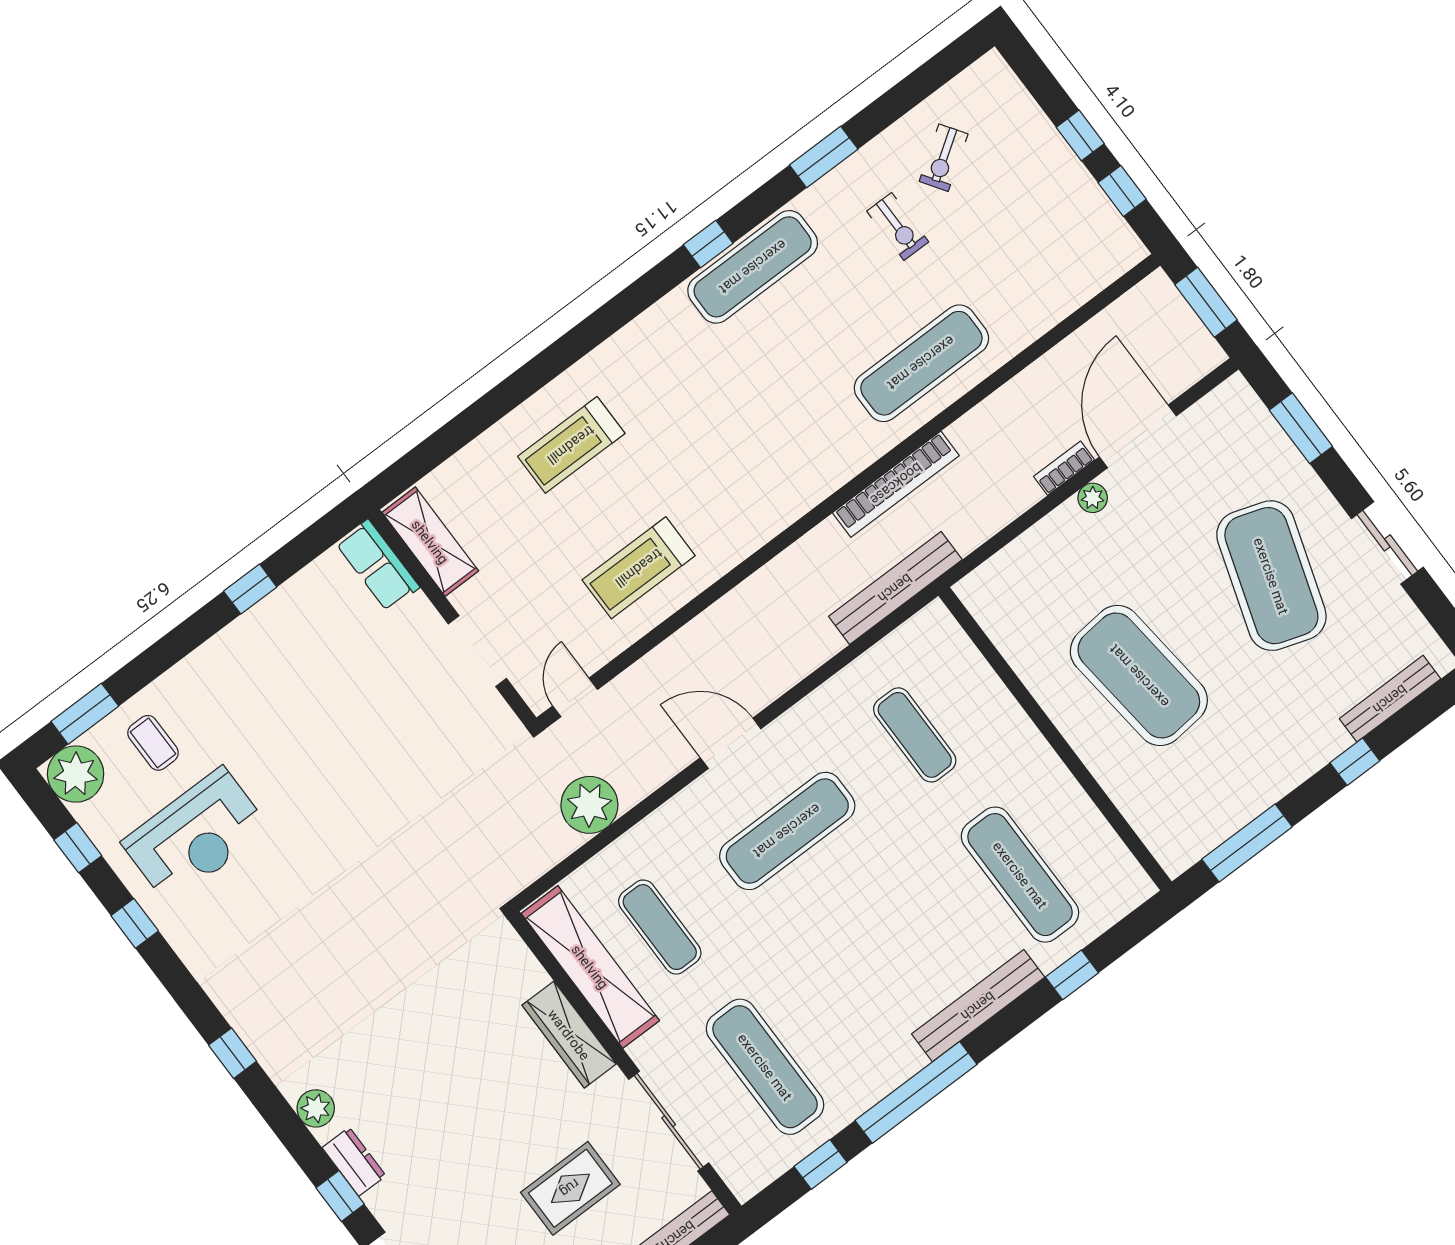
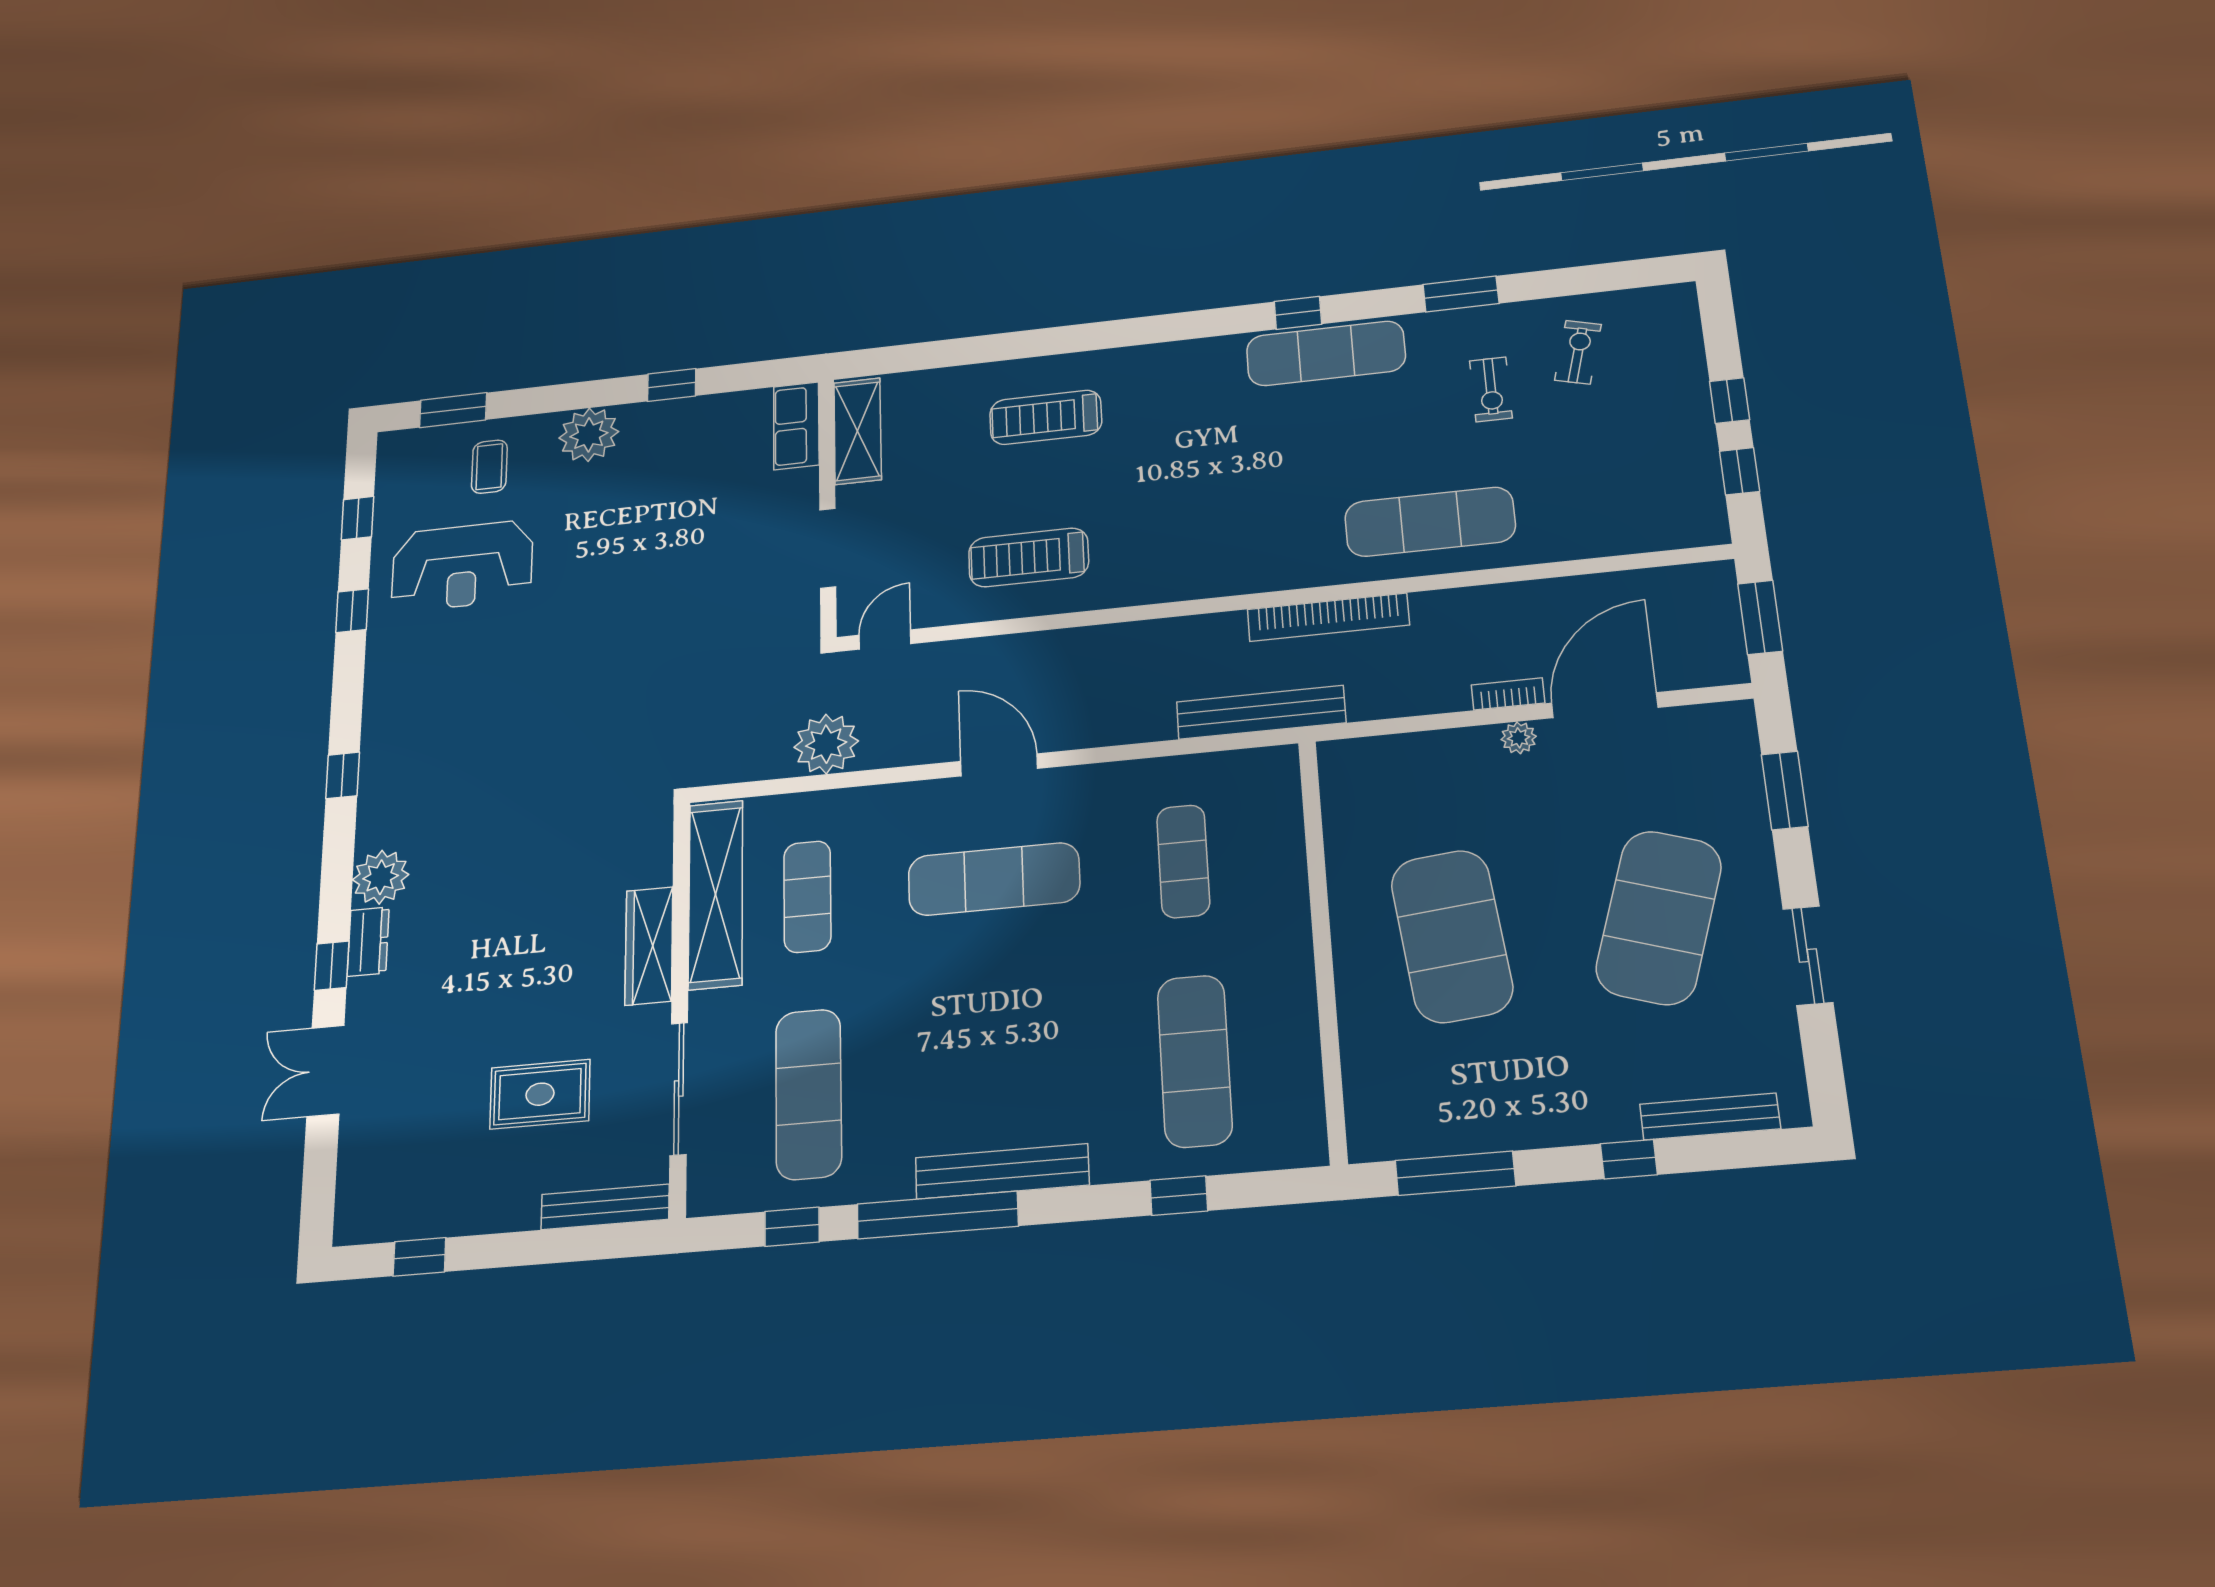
exercise bike: (944, 158) -> (1578, 352), turned 139
plant: (76, 774) -> (589, 435), moved
bench: (978, 1006) -> (1002, 1171), moved
plant: (316, 1108) -> (381, 877), width x1.36, depth x1.36

